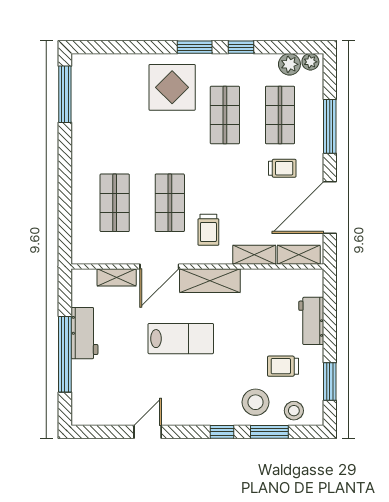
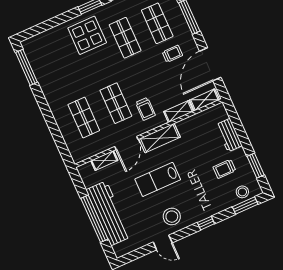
workbench: (84, 333) -> (108, 213), width x1.88, depth x1.32
lab bench: (181, 339) -> (158, 179), turned 180
stool: (256, 402) -> (172, 217), moved
door: (148, 432) -> (163, 242), swing flipped
window: (269, 432) -> (245, 206), moved

